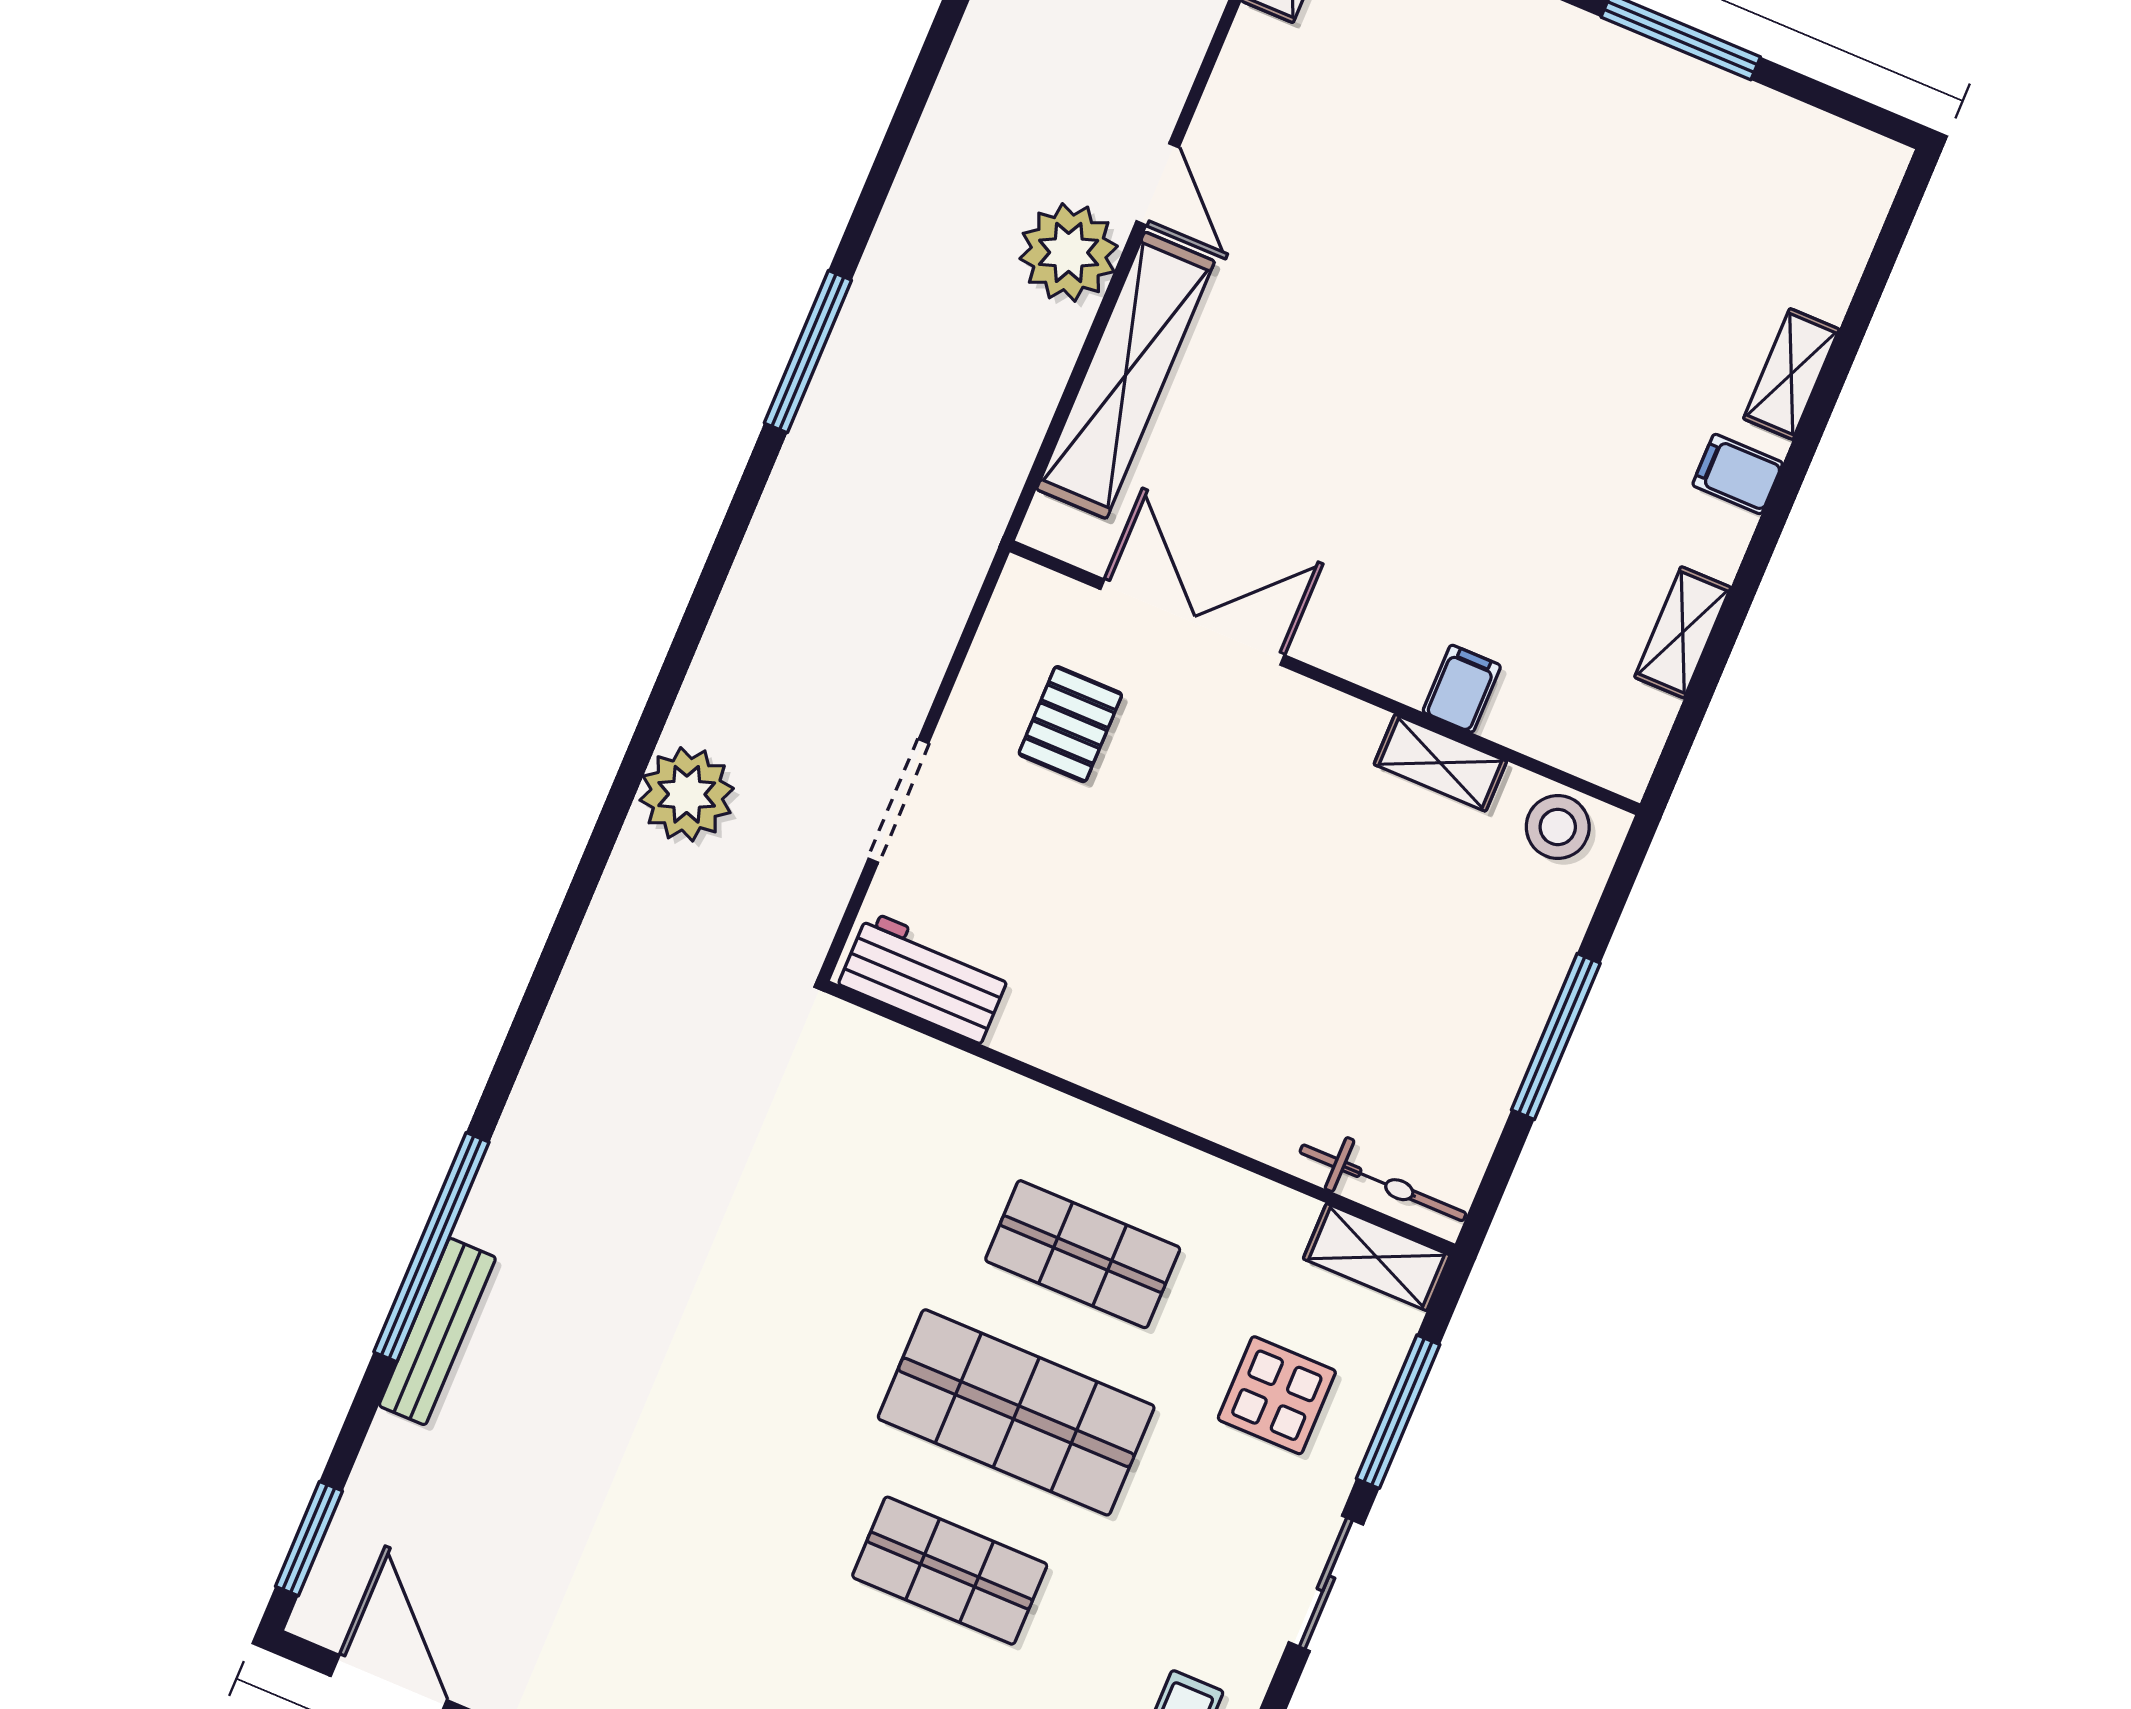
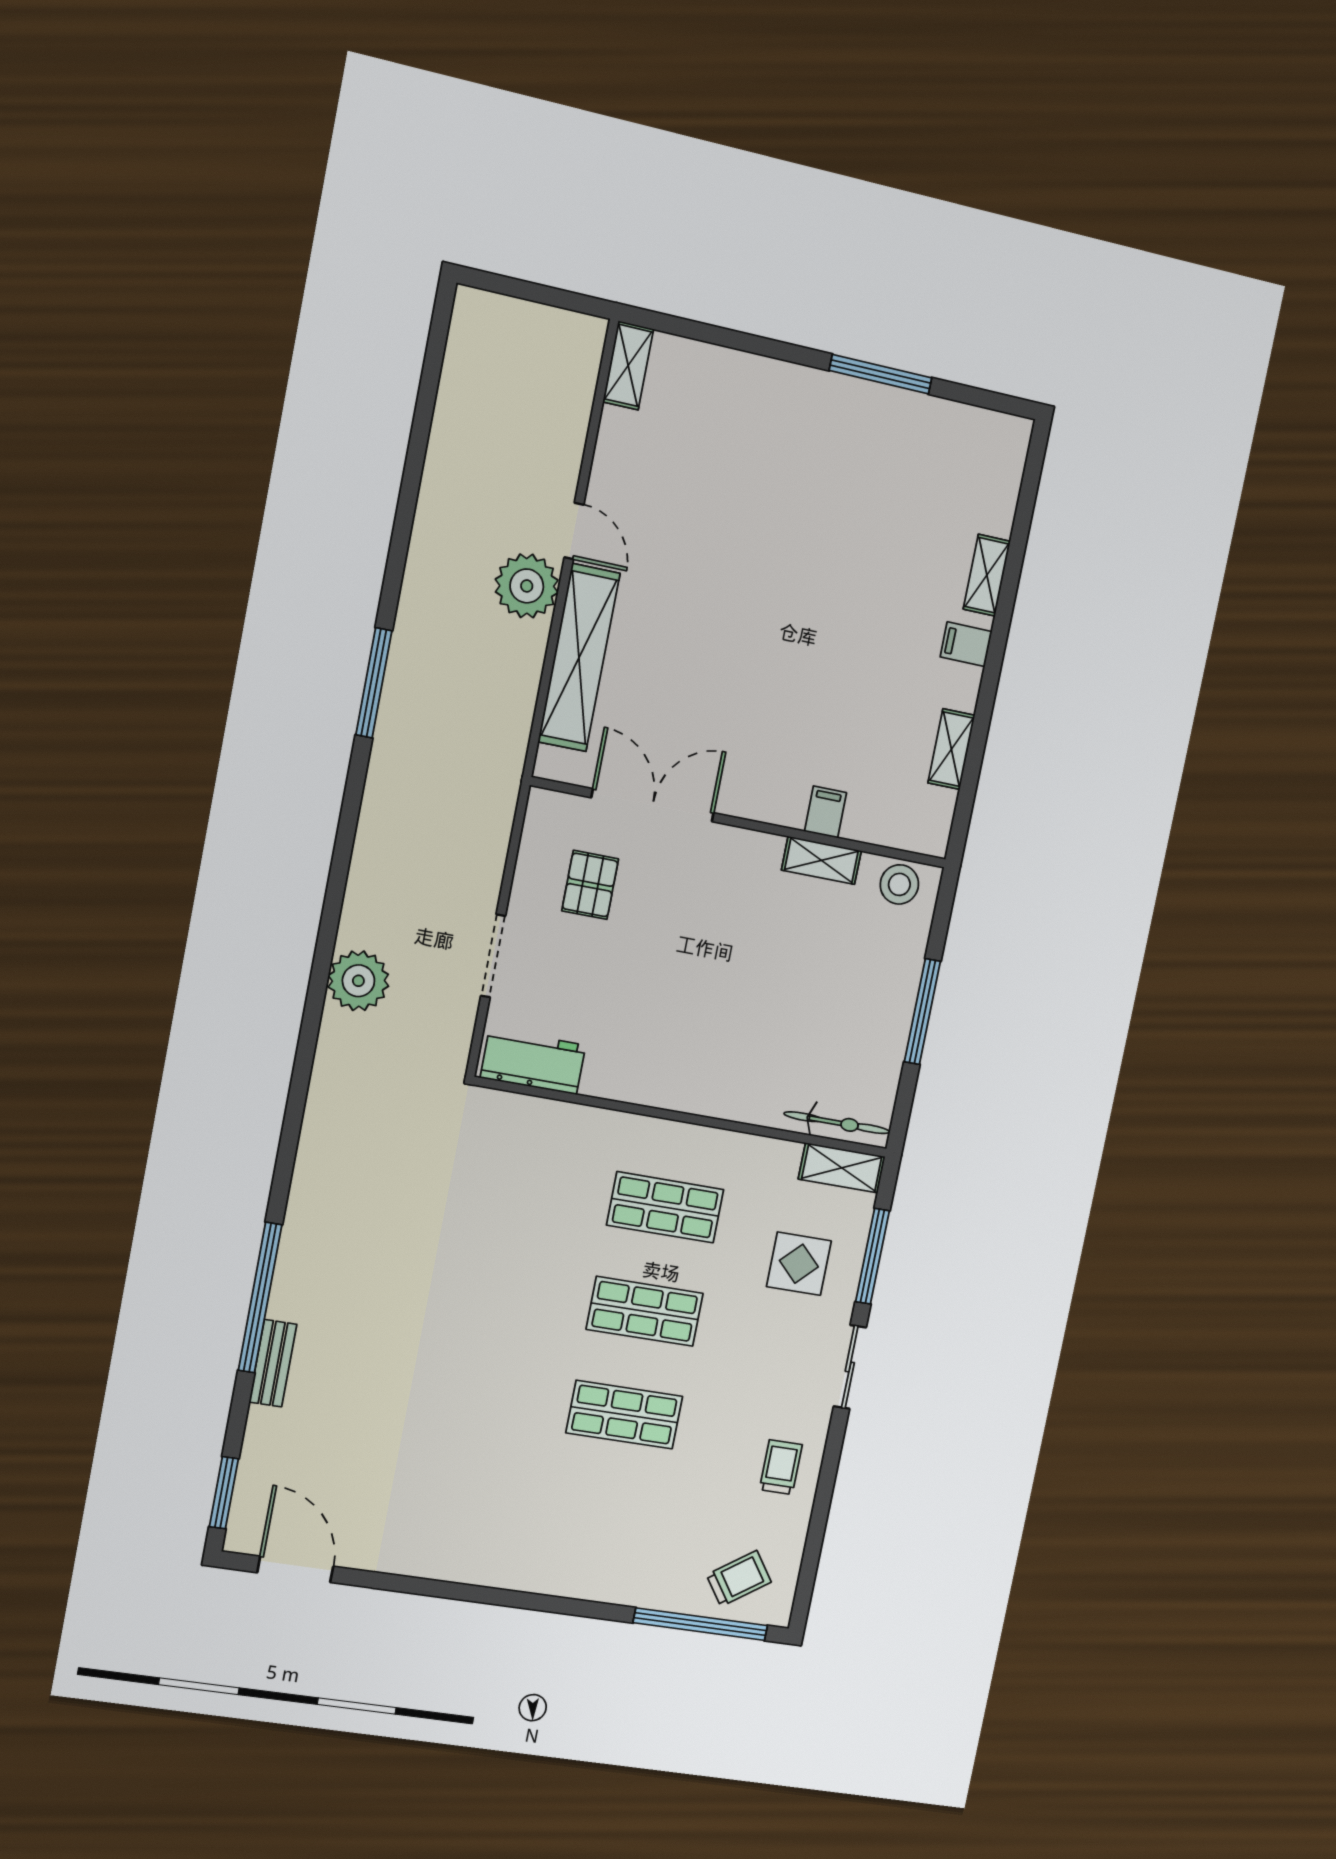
bench: (437, 1332) -> (273, 1363), width x0.73
shop shelf: (1016, 1412) -> (645, 1311), width x0.70, depth x0.74

